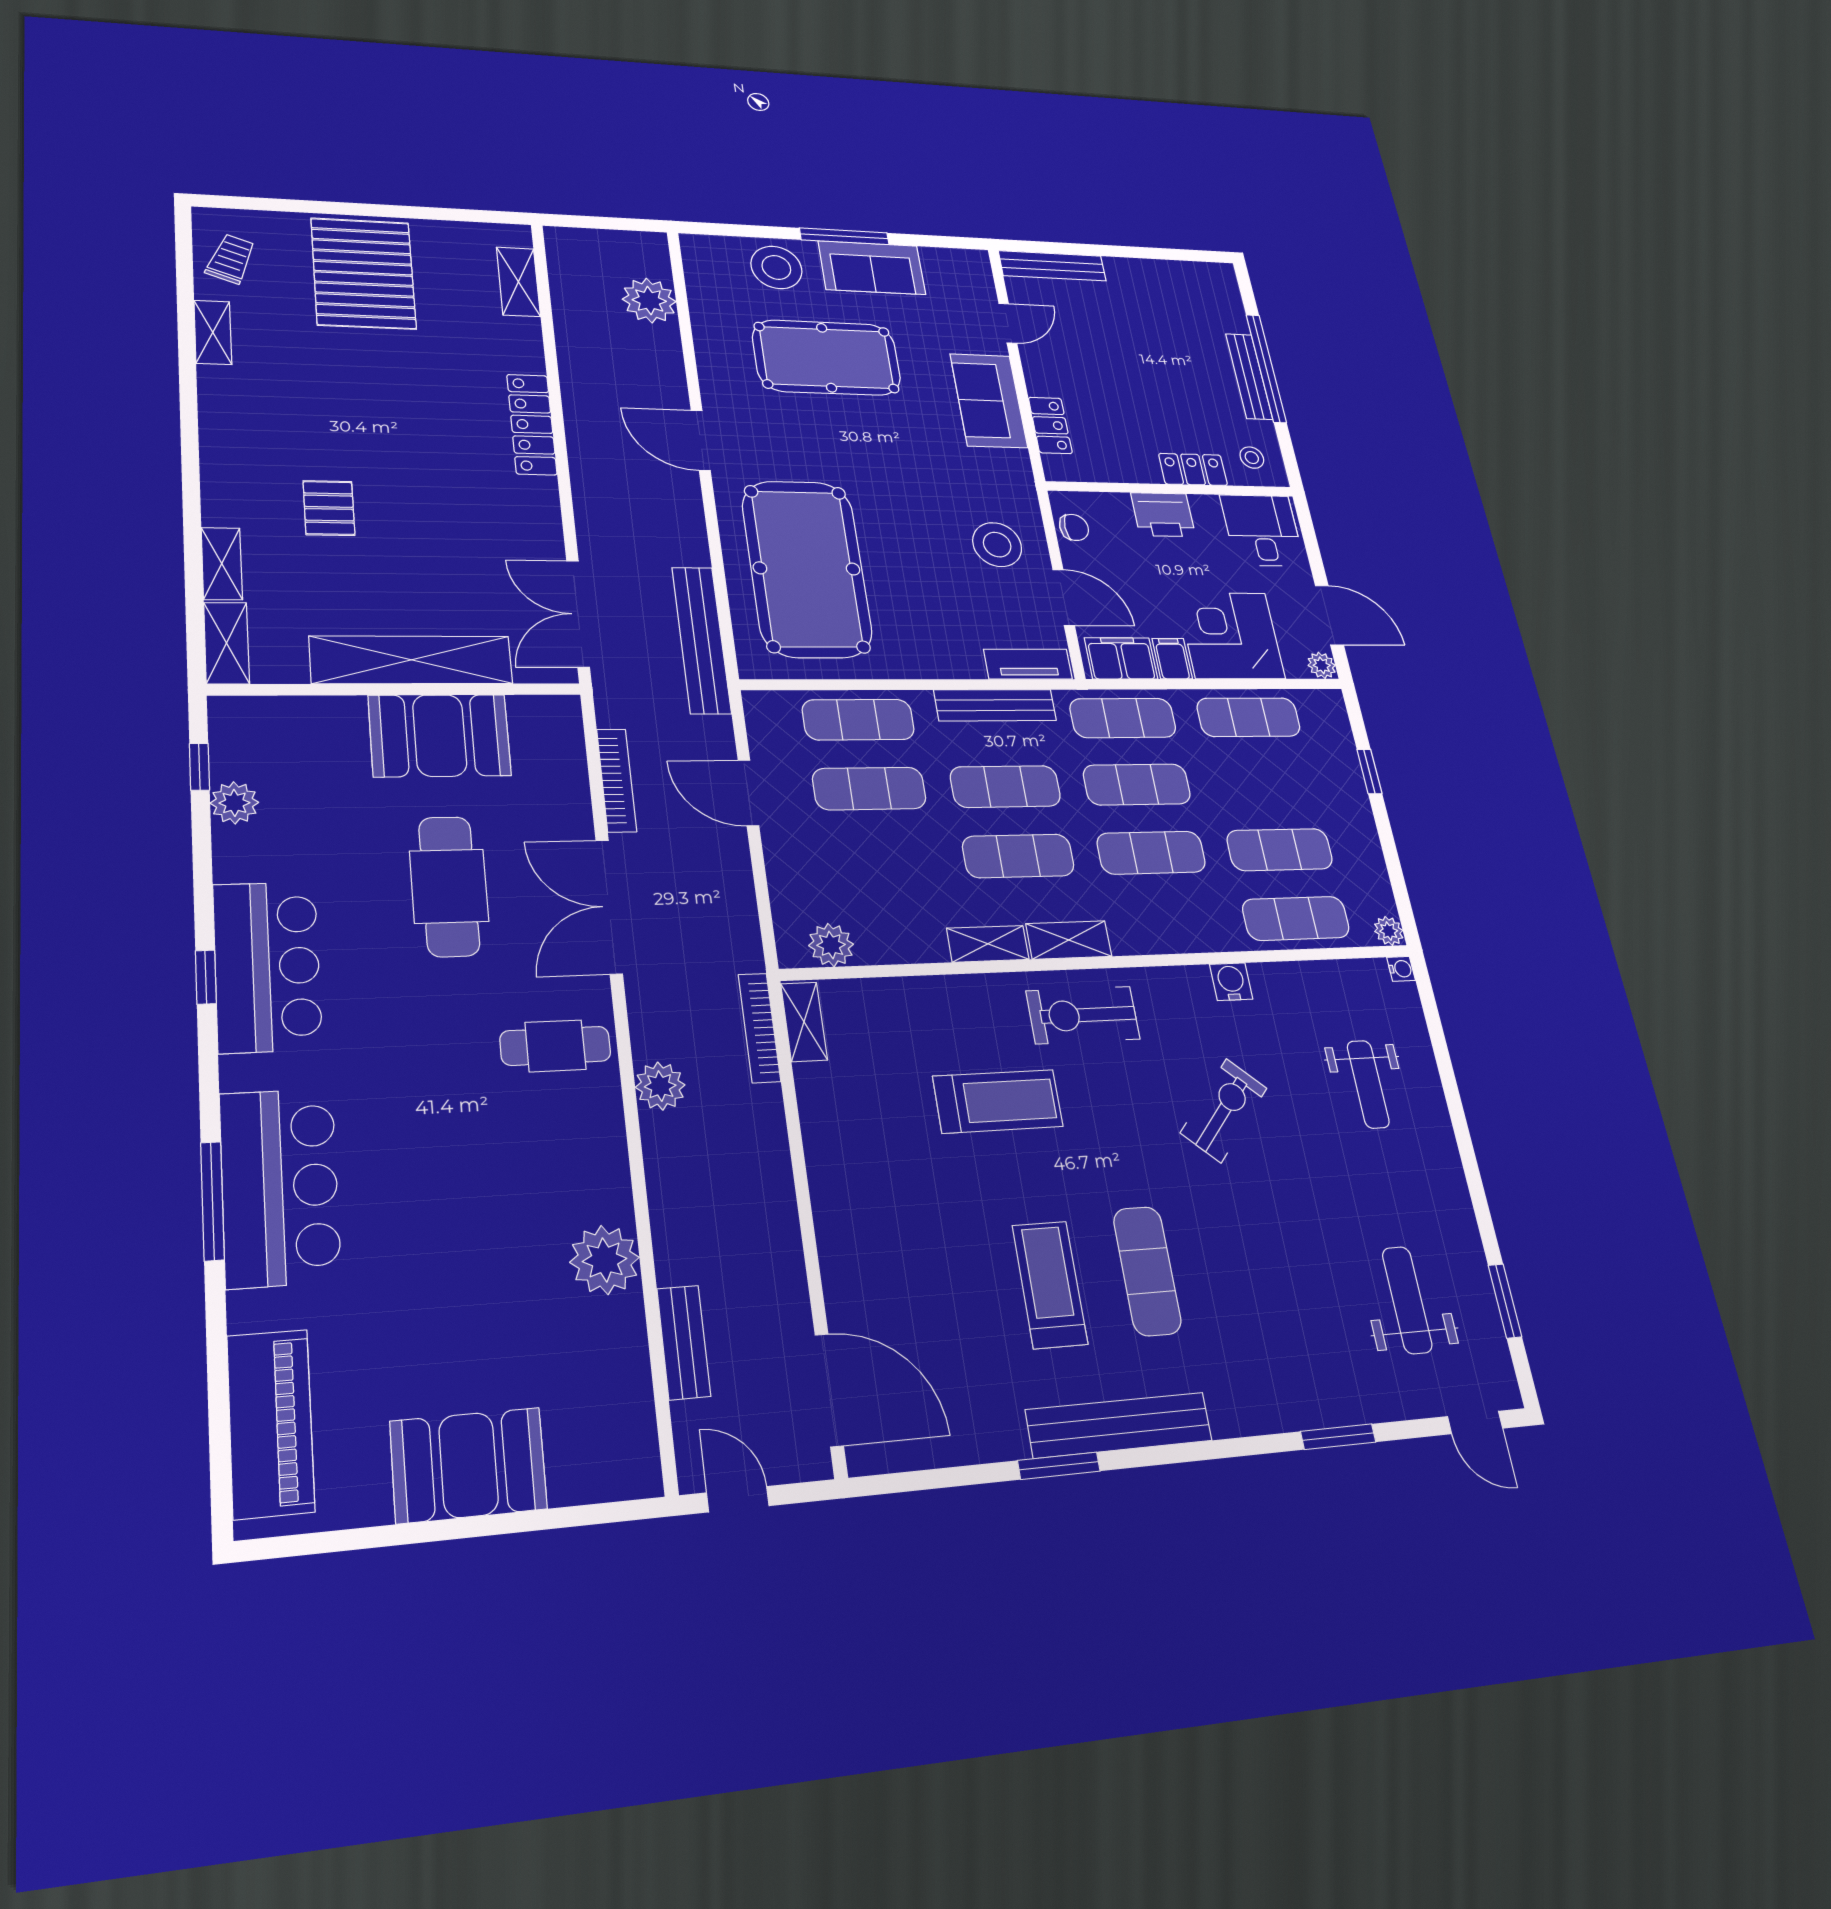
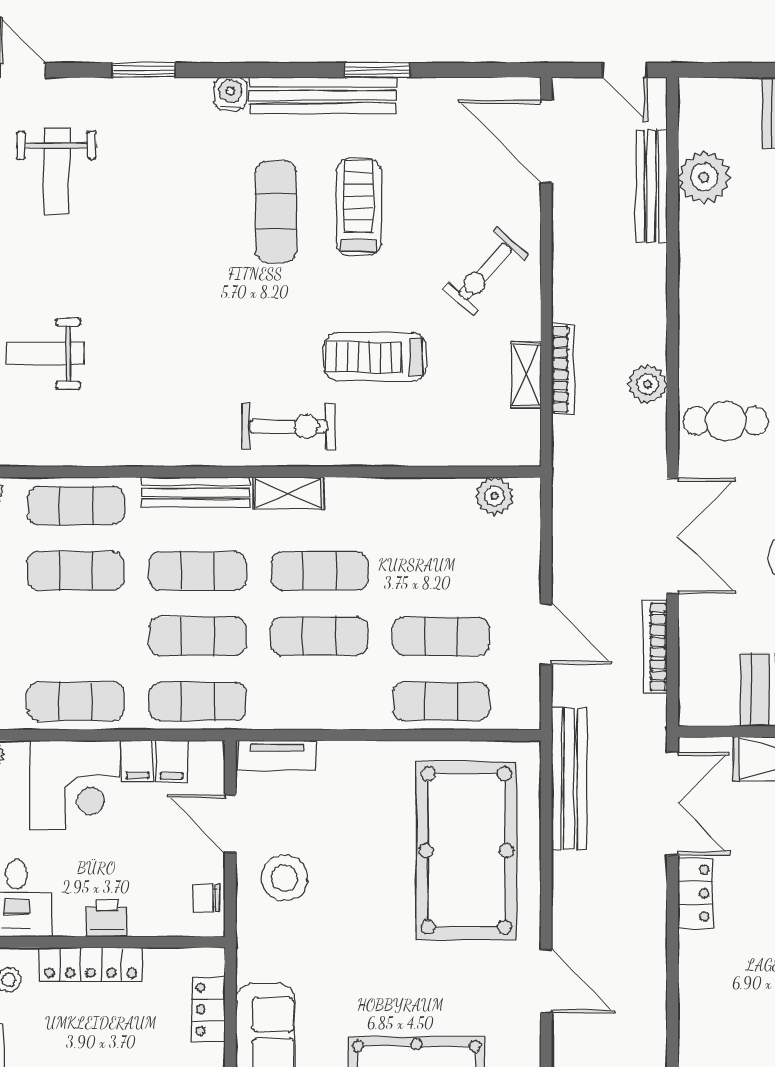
locker: (532, 424) -> (695, 893), moved, width x0.66
locker: (1193, 469) -> (91, 964), width x1.53
printer: (1163, 515) -> (107, 918), width x0.73, depth x0.81
filing cabinet: (1121, 658) -> (172, 761), width x0.50
bench: (995, 705) -> (196, 492), moved
shelving: (988, 944) -> (360, 492), removed
water cooler: (1231, 982) -> (230, 94), moved, turned 180
shelving: (804, 1022) -> (526, 375), moved
bookcase: (759, 1028) -> (563, 369), moved
weight bench: (1368, 1084) -> (45, 354), turned -90
exercise bike: (1224, 1110) -> (485, 272), moved
plant: (605, 1260) -> (704, 177), moved
treadmill: (1050, 1285) -> (359, 207), turned 180
bench: (684, 1342) -> (652, 186), width x1.36

